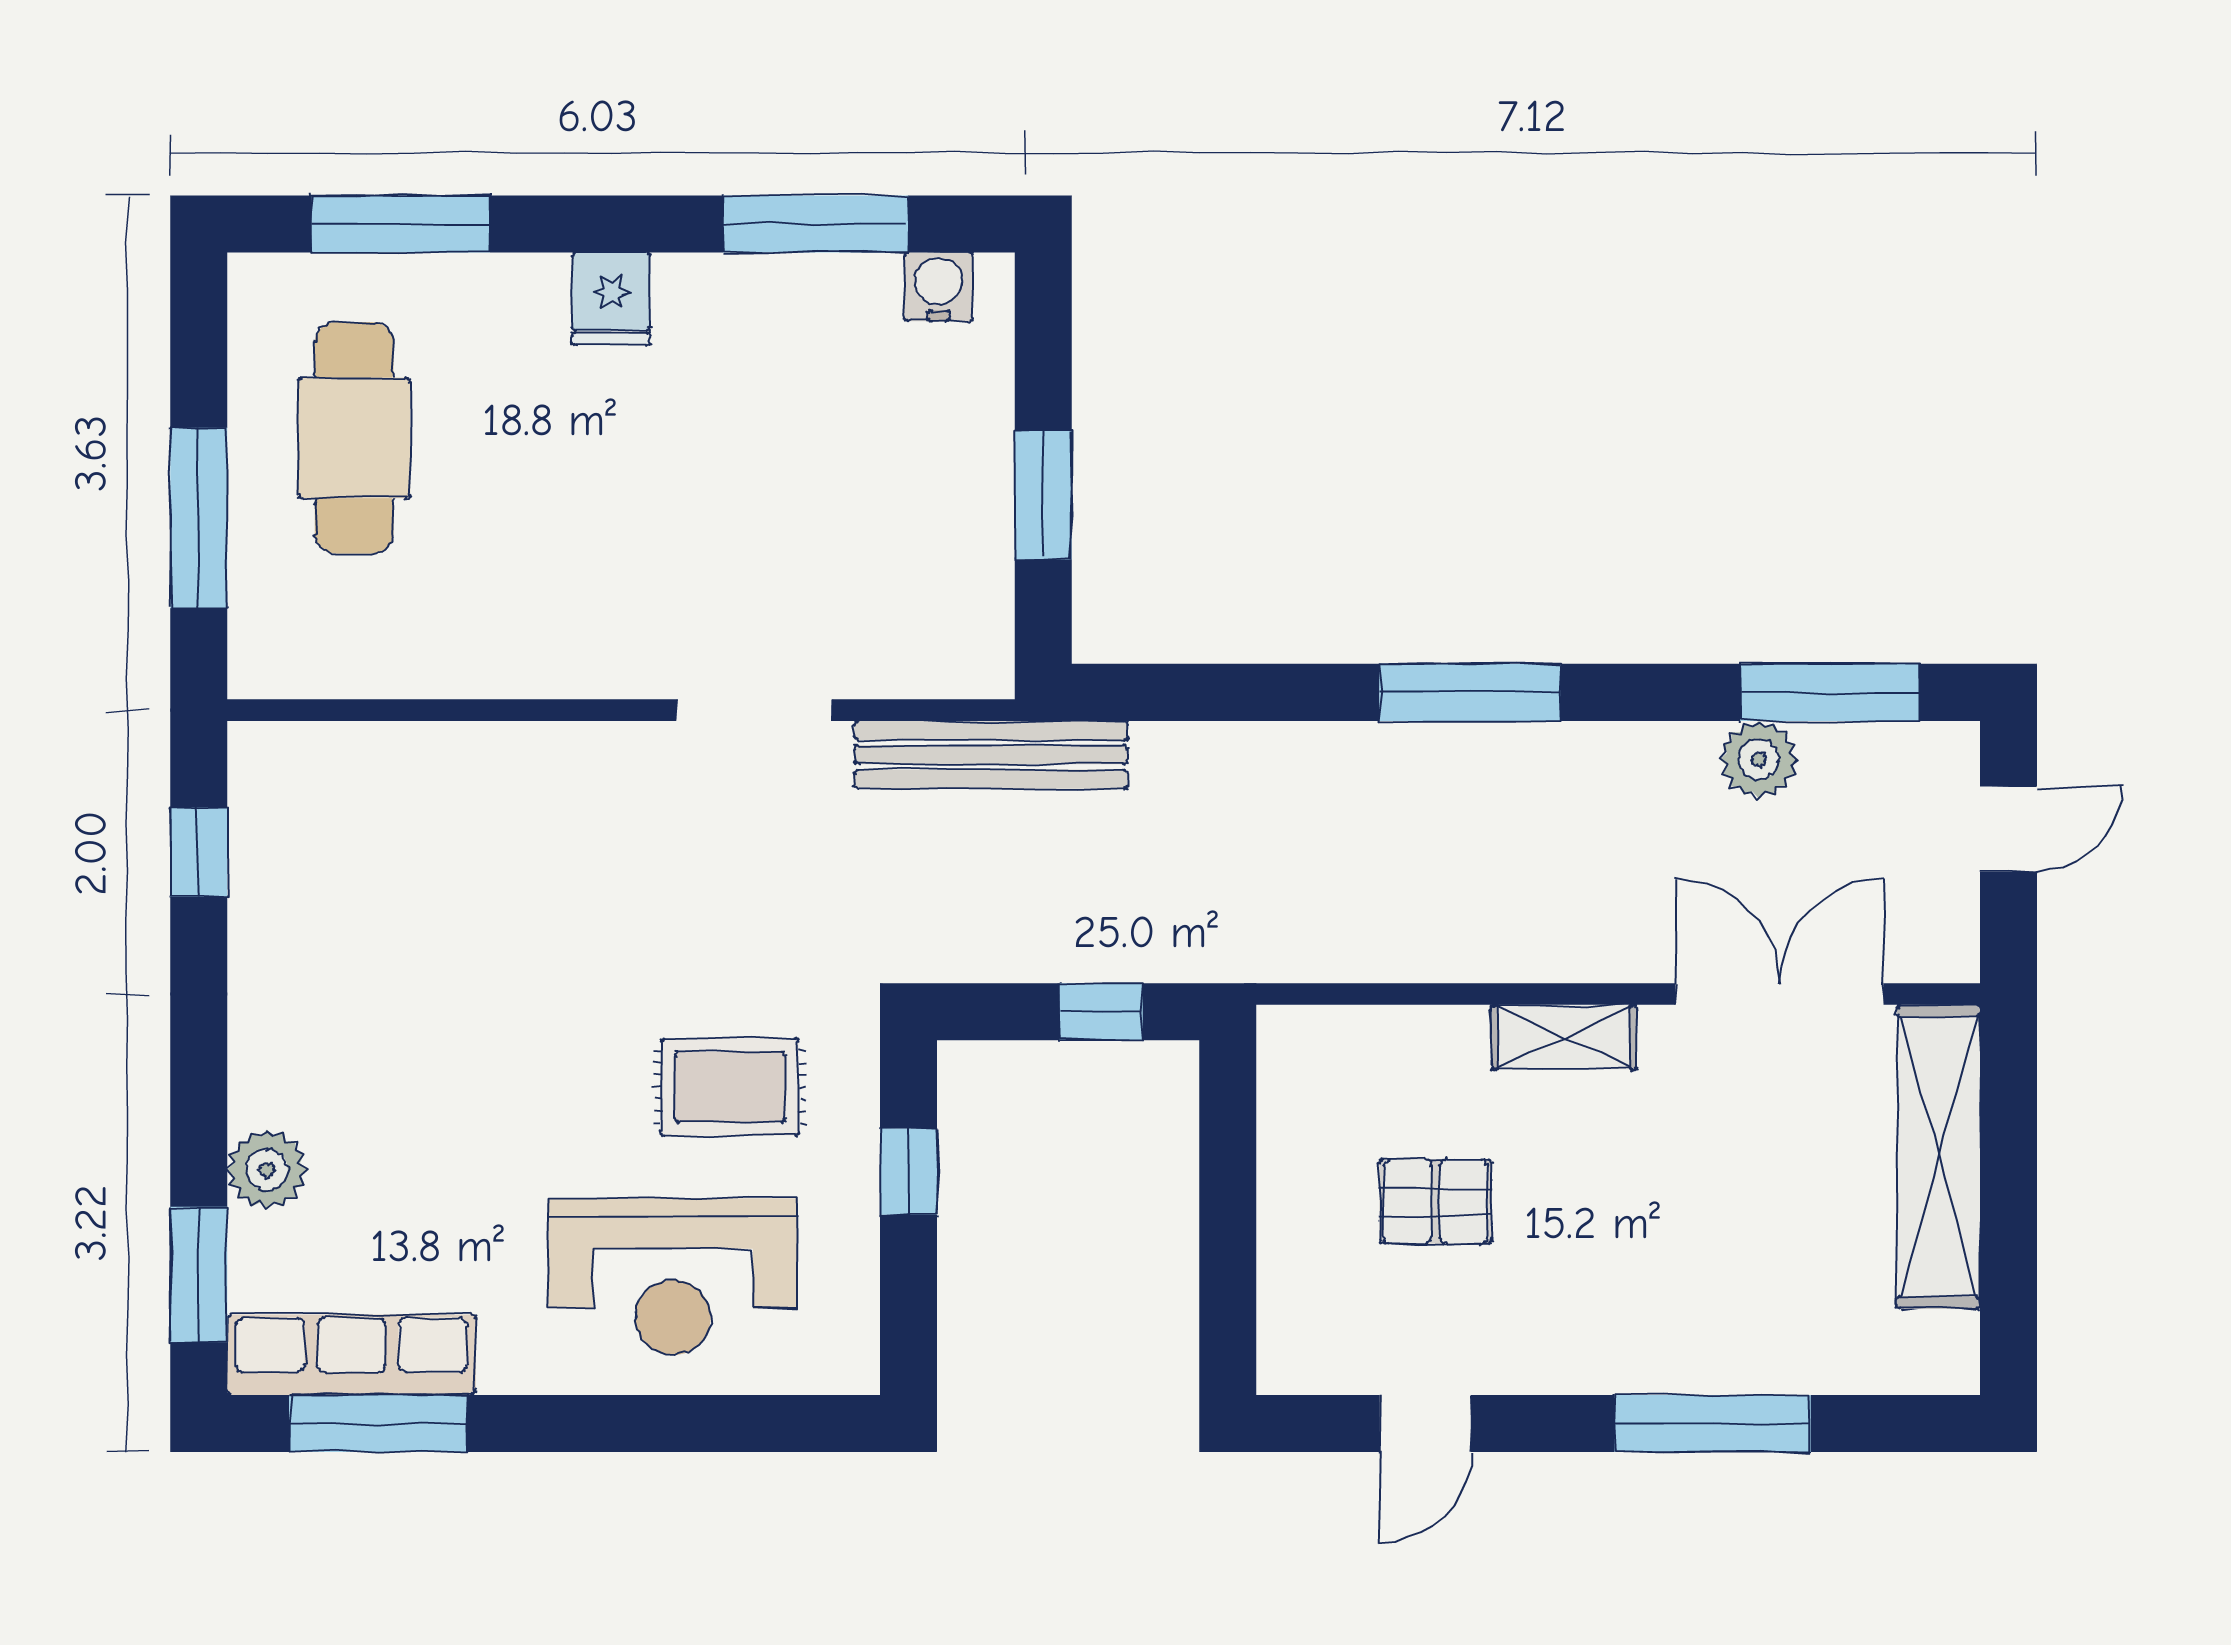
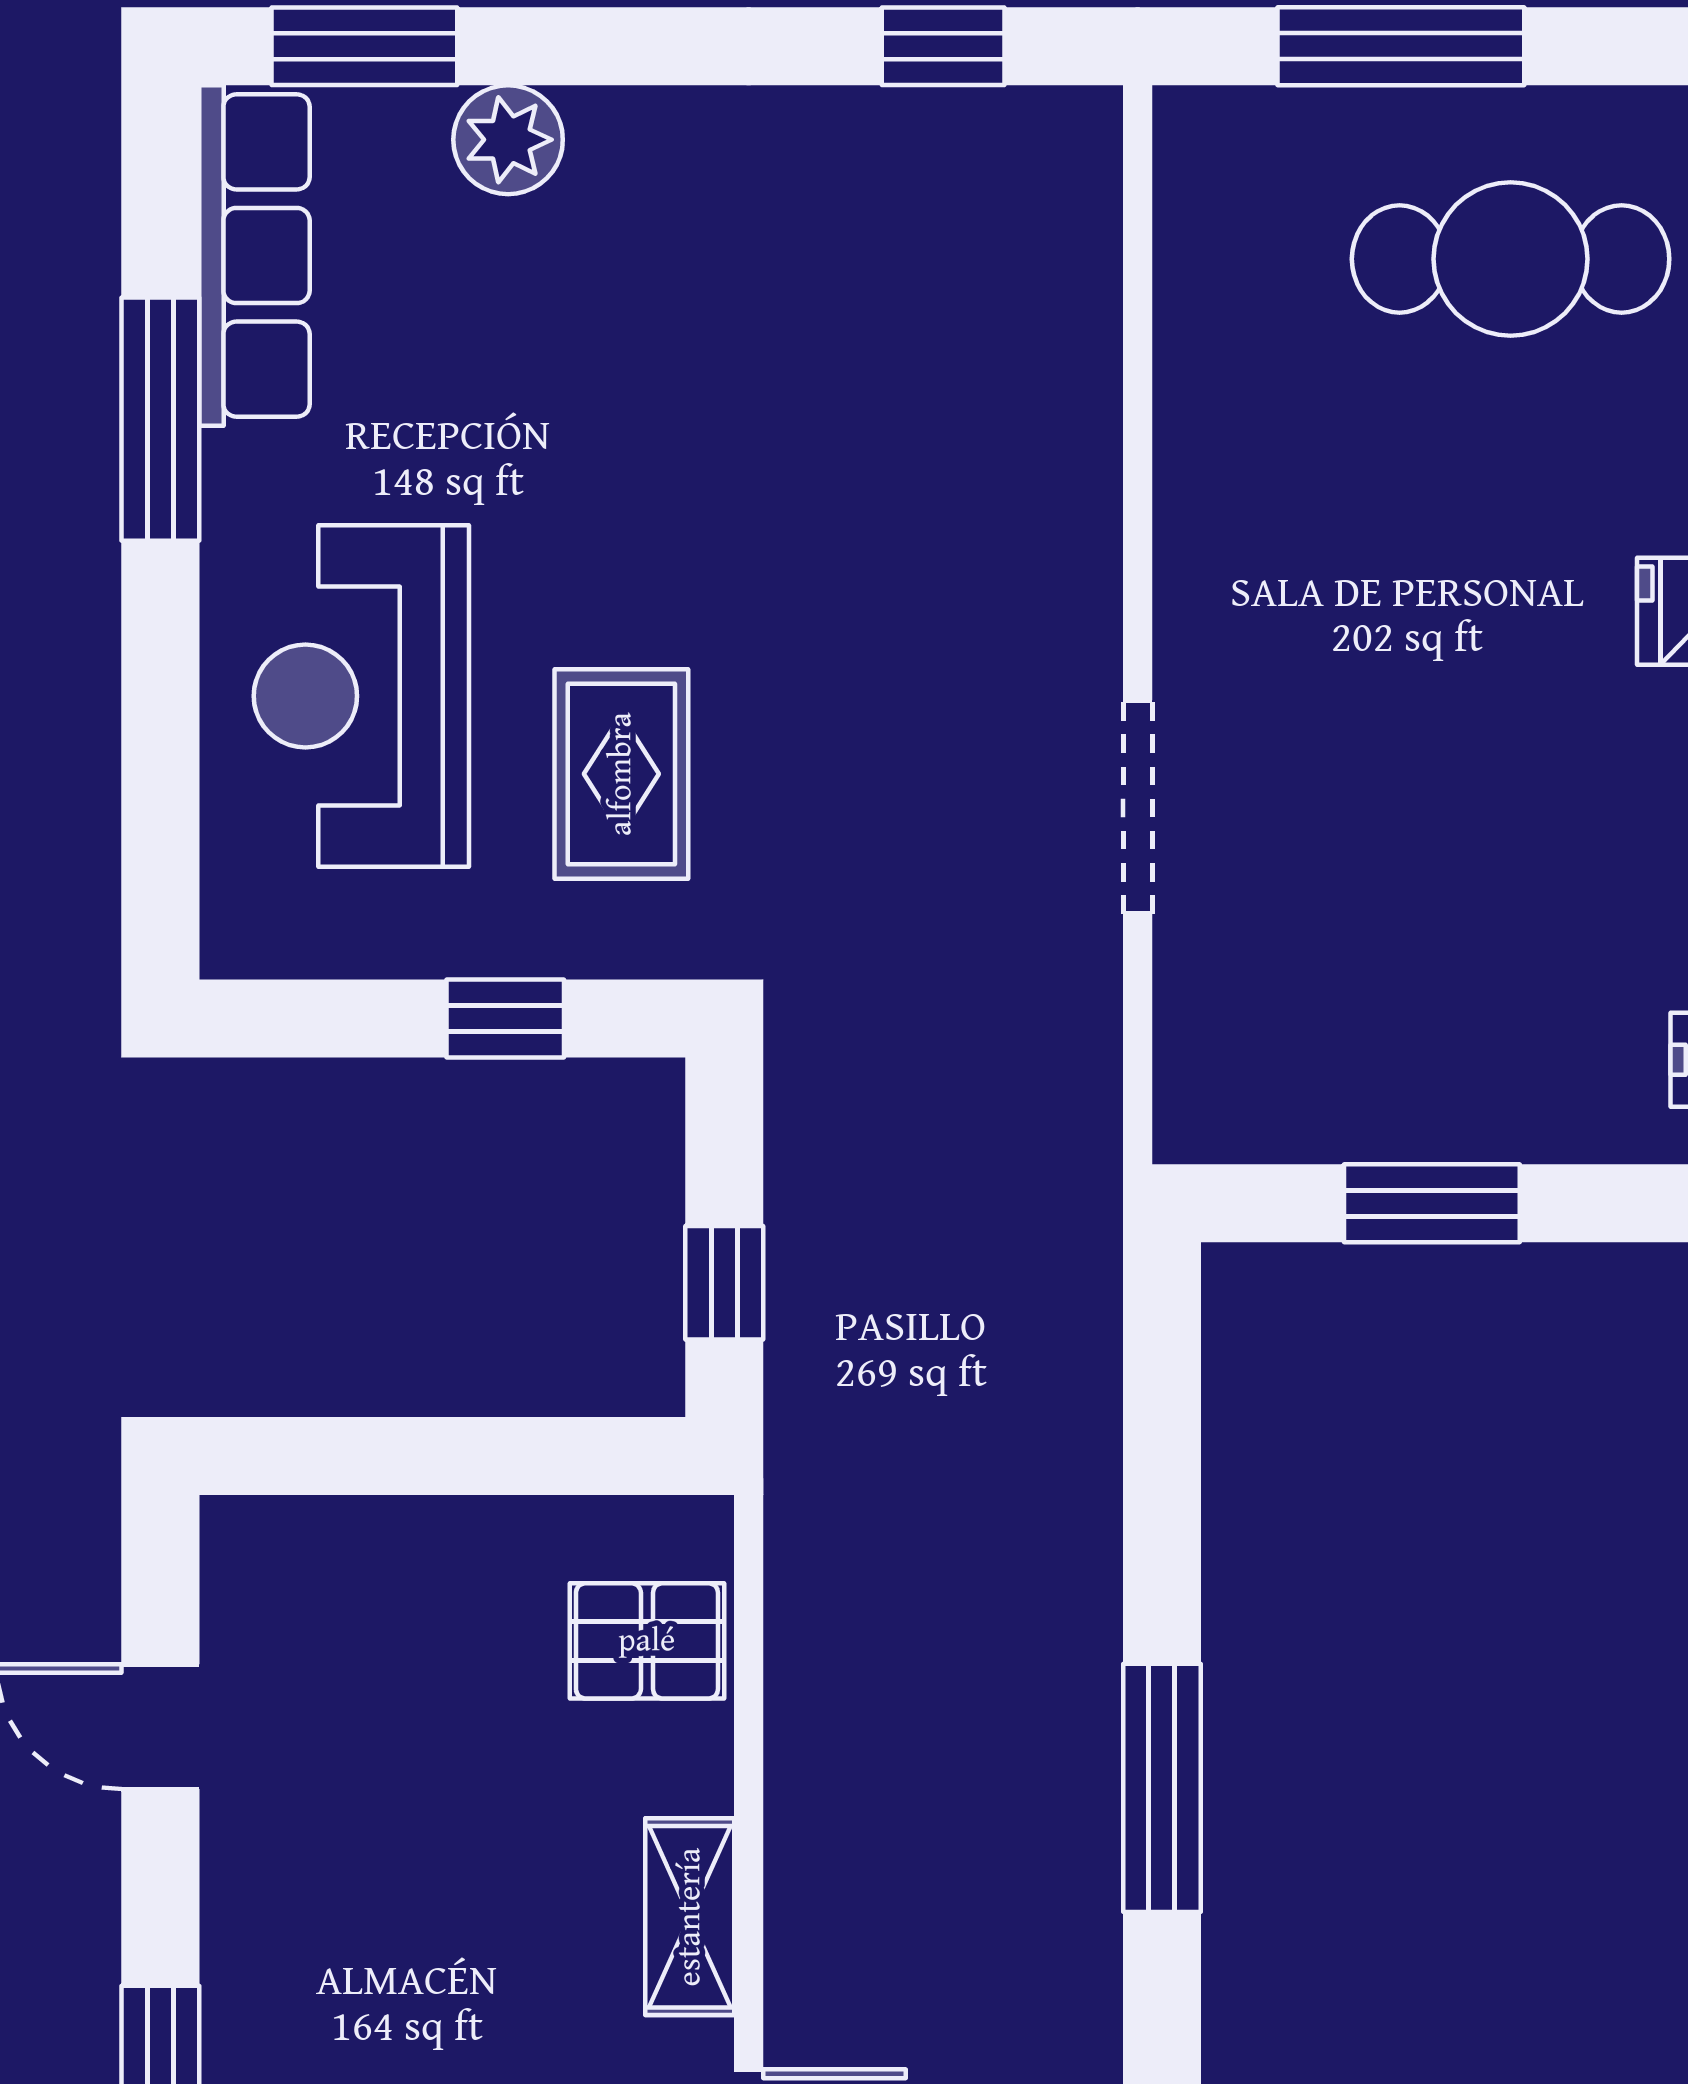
bench: (991, 755) -> (1076, 1132), removed
pallet: (1436, 1202) -> (647, 1641), moved, turned 90
window: (378, 1423) -> (160, 419), moved

